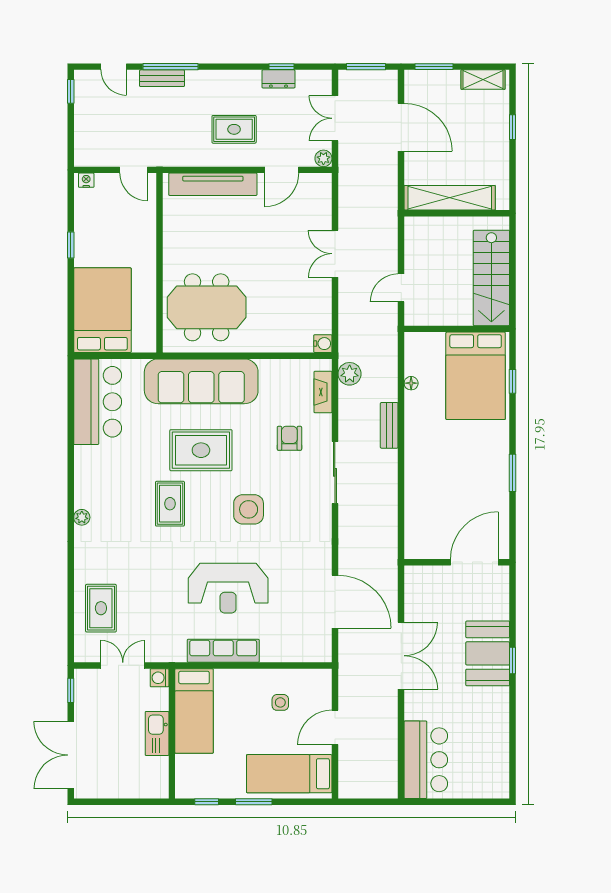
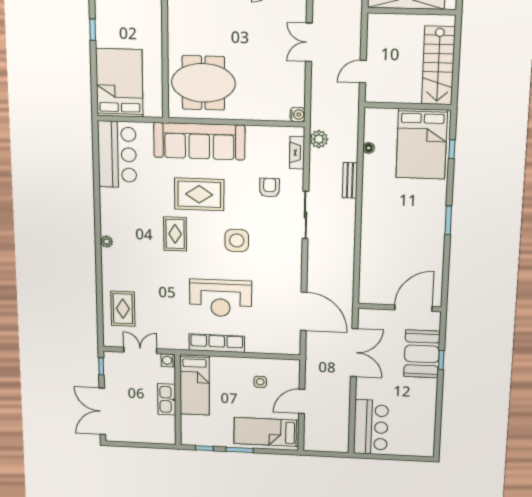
wall: (457, 562) -> (400, 307), moved
door: (474, 562) -> (413, 308), moved

